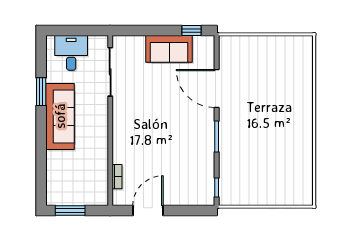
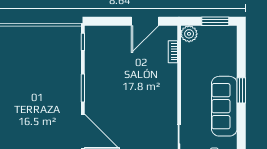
window: (41, 92) -> (241, 90), moved
plant: (99, 197) -> (189, 34), added

